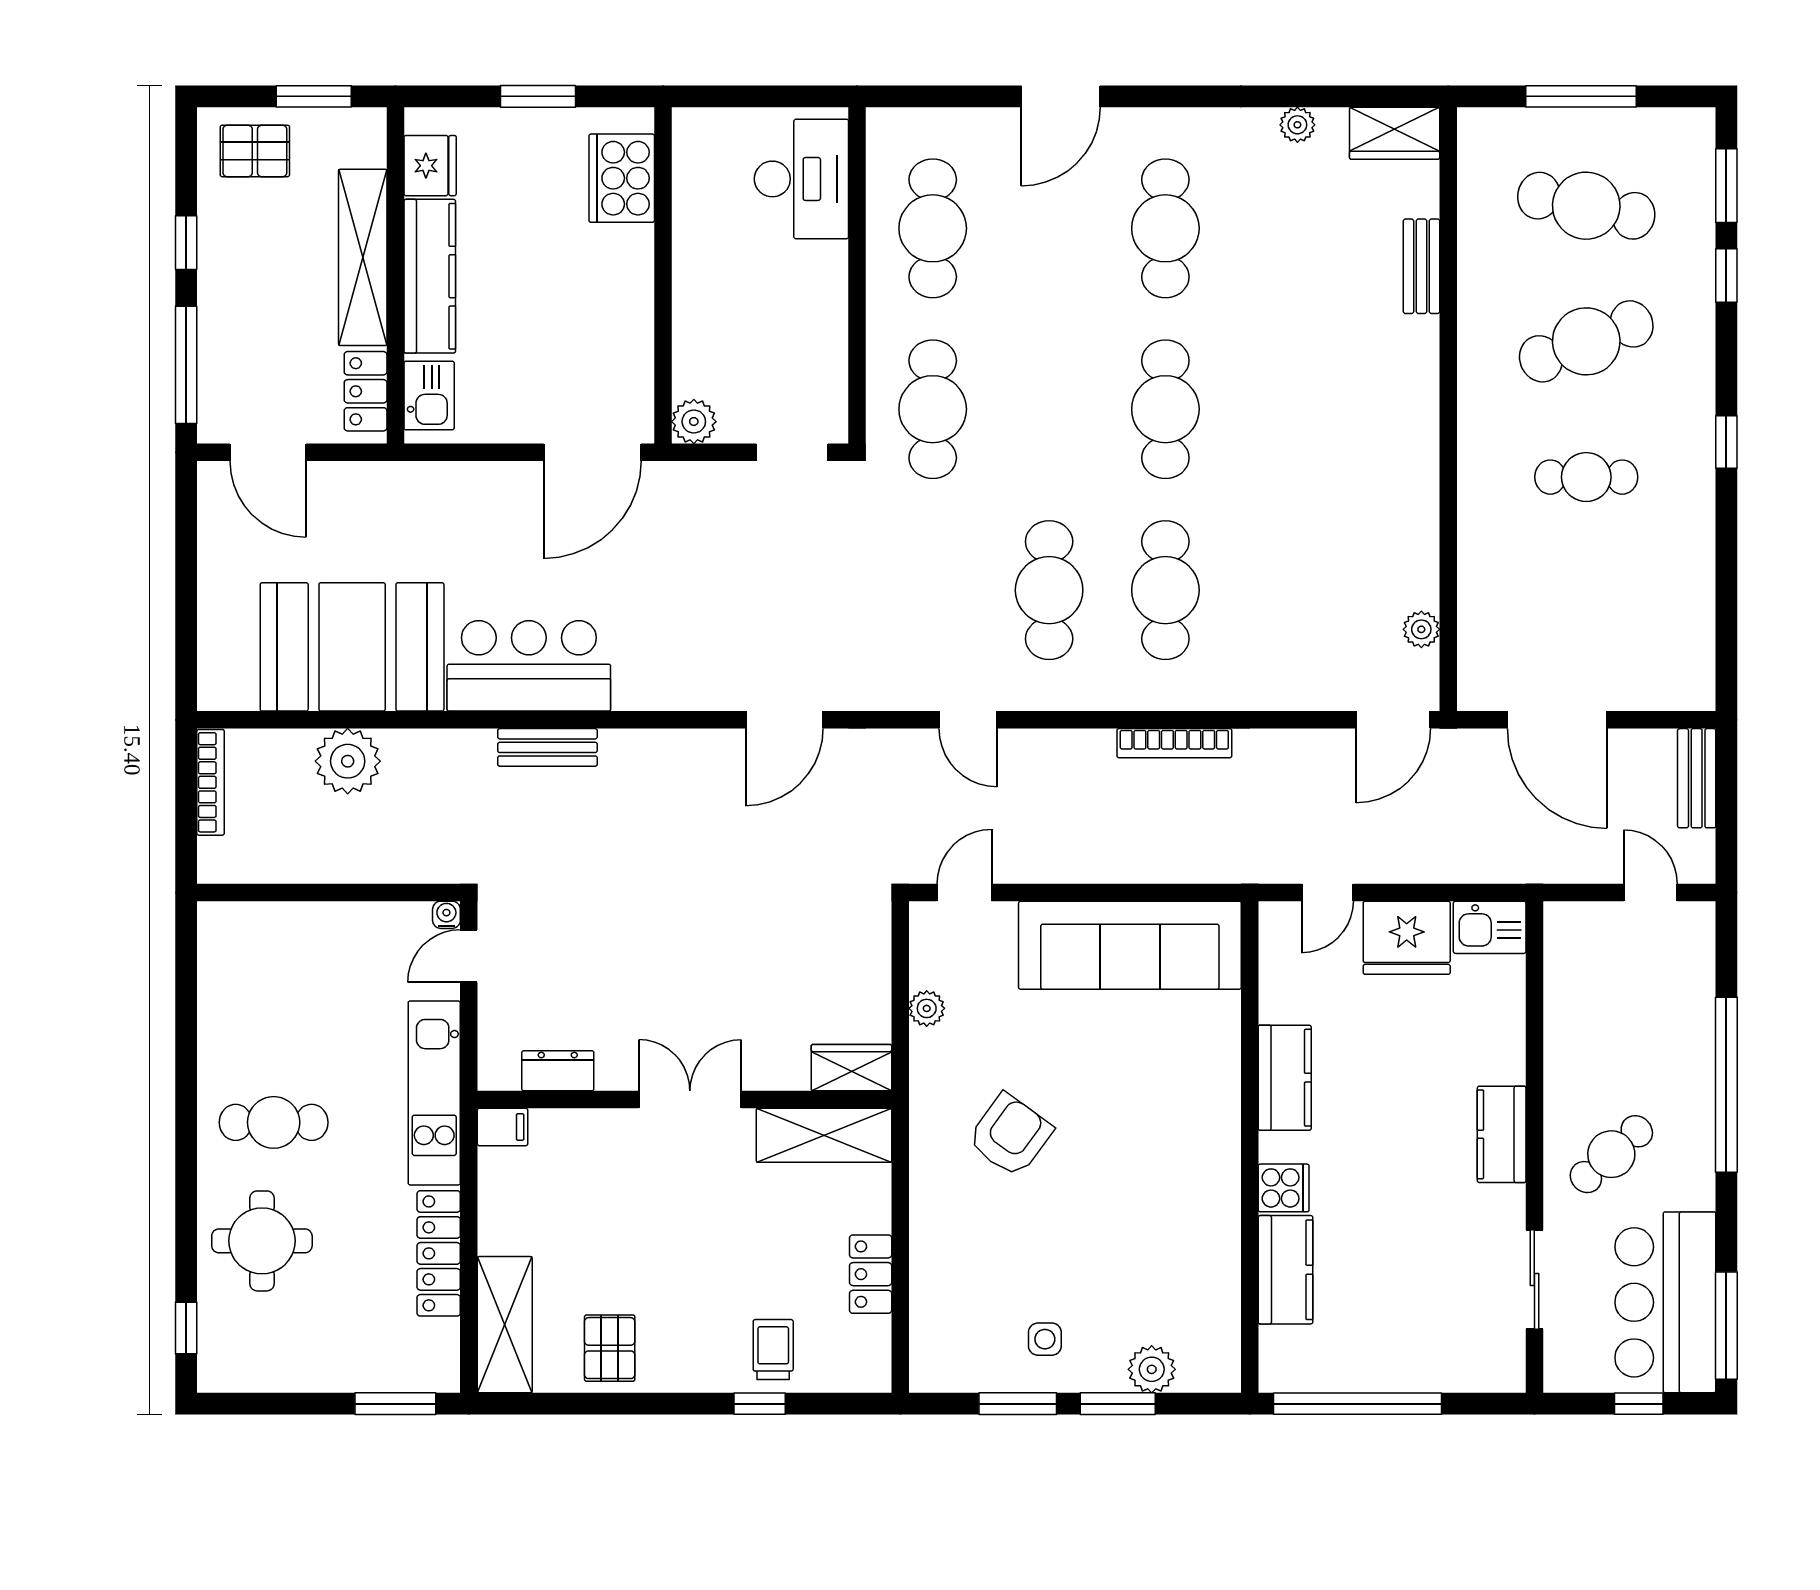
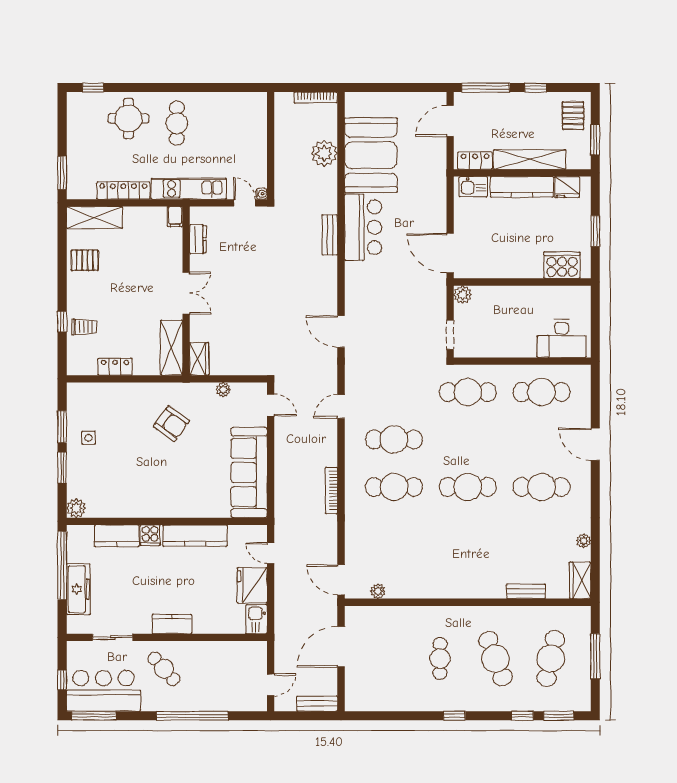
kitchen counter: (1285, 1078) -> (195, 536), width x1.50
freezer: (1416, 1364) -> (78, 589), added
plant: (1152, 1369) -> (76, 508), moved

